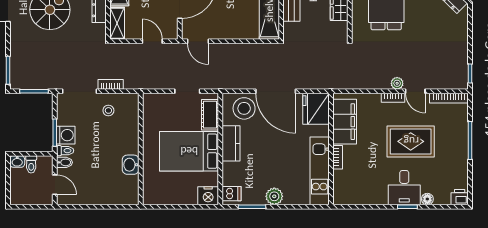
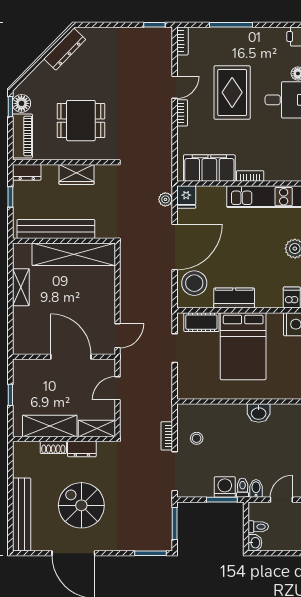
plant: (397, 83) -> (165, 199), moved
bookcase: (449, 98) -> (182, 41), width x0.64
fridge: (316, 109) -> (186, 197), width x0.53, depth x0.75

